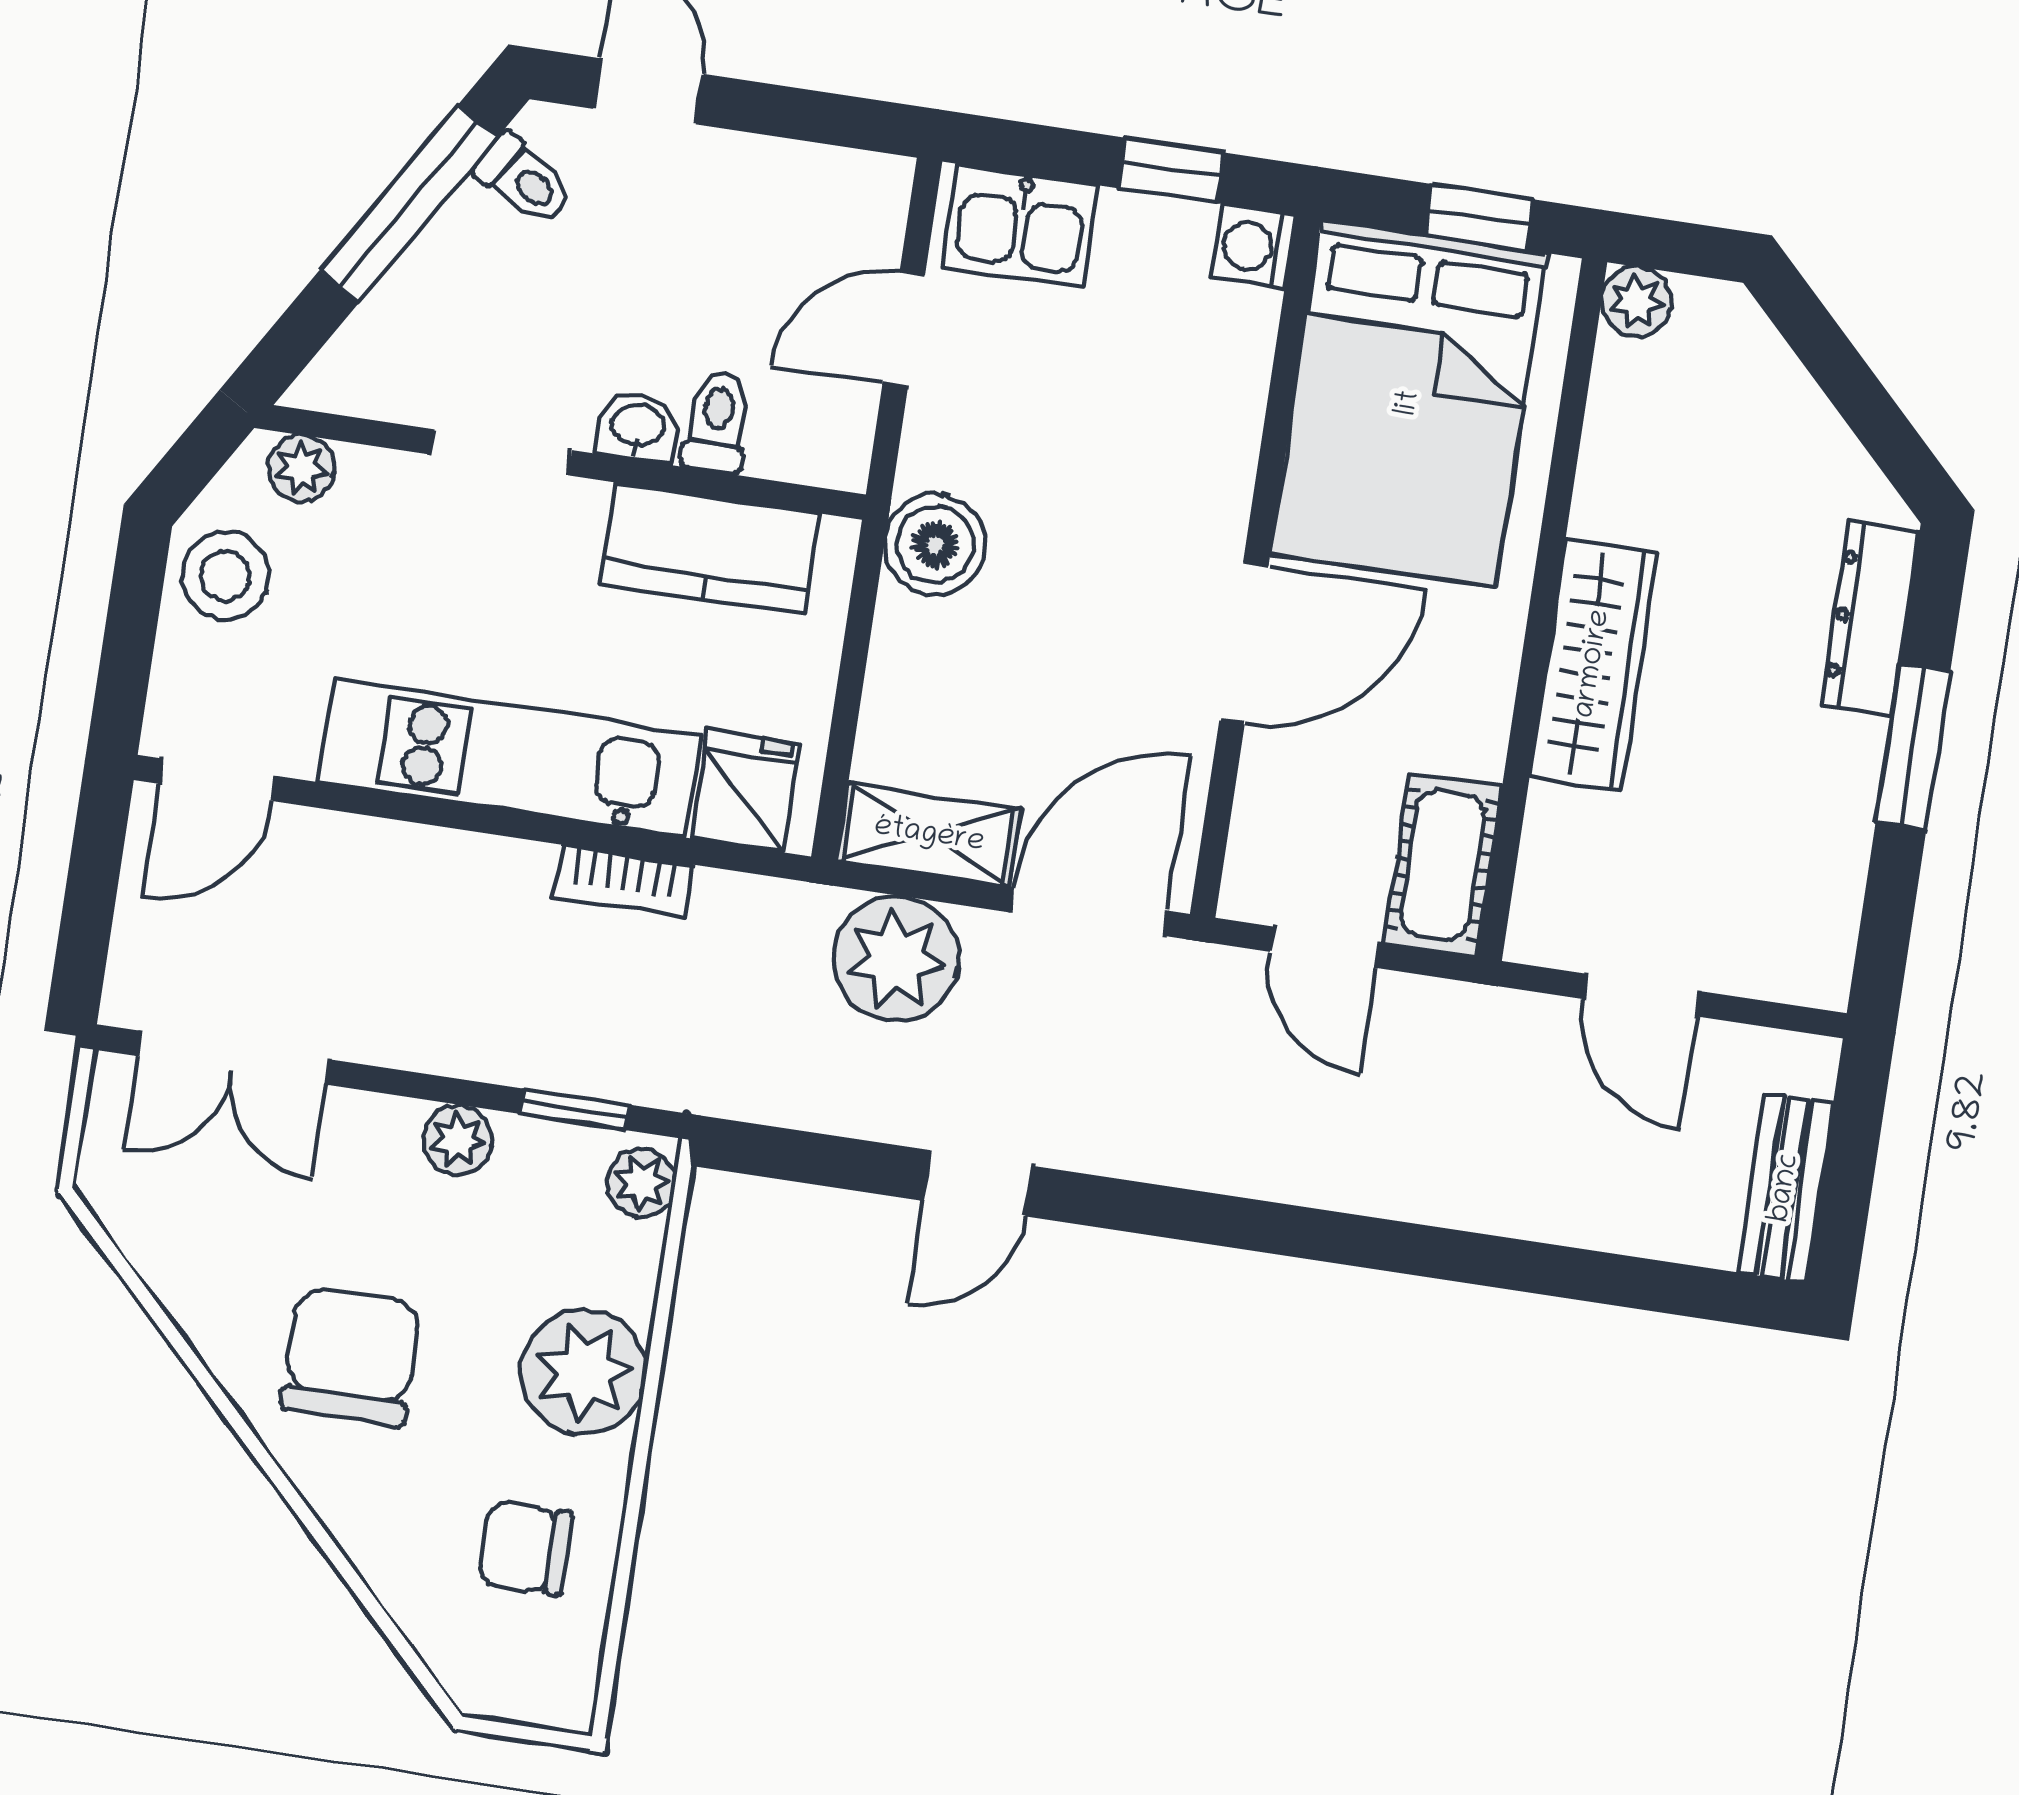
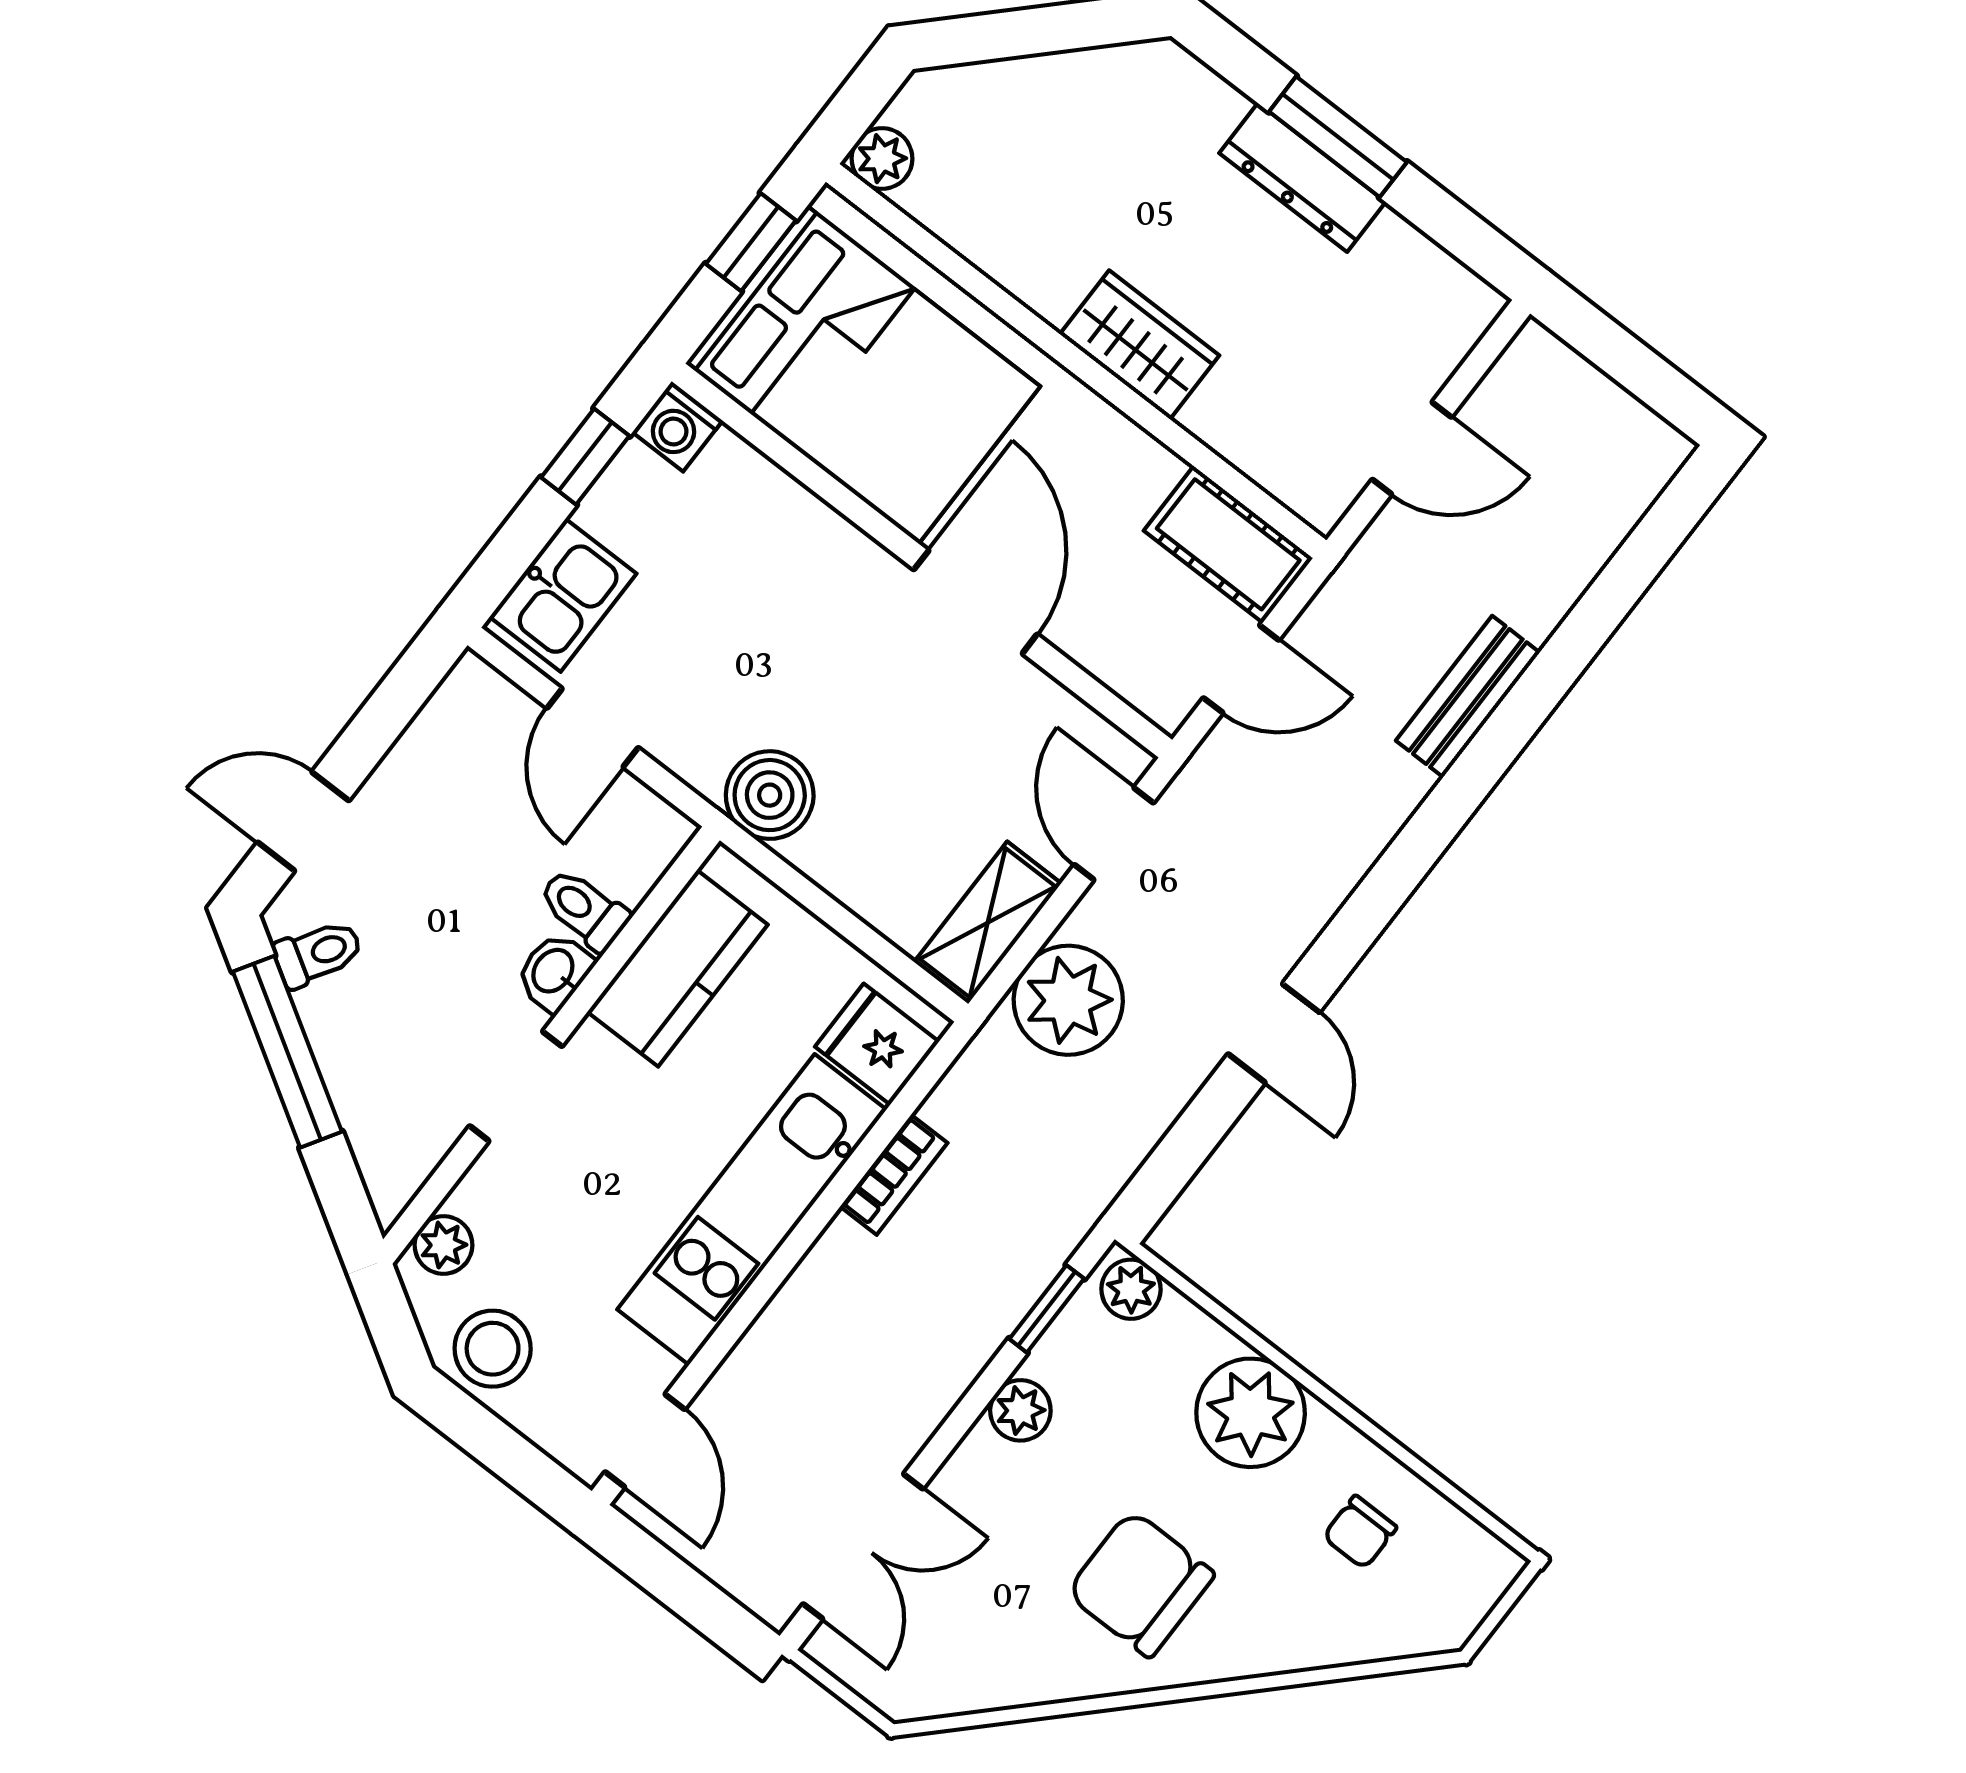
dresser: (1870, 618) -> (1302, 178), moved
wardrobe: (1593, 664) -> (1140, 345), width x0.67
door: (1089, 912) -> (1114, 834), width x0.73
bench: (1785, 1188) -> (1468, 697), moved, turned 90
chair: (525, 1548) -> (1360, 1532), width x0.73, depth x0.73

